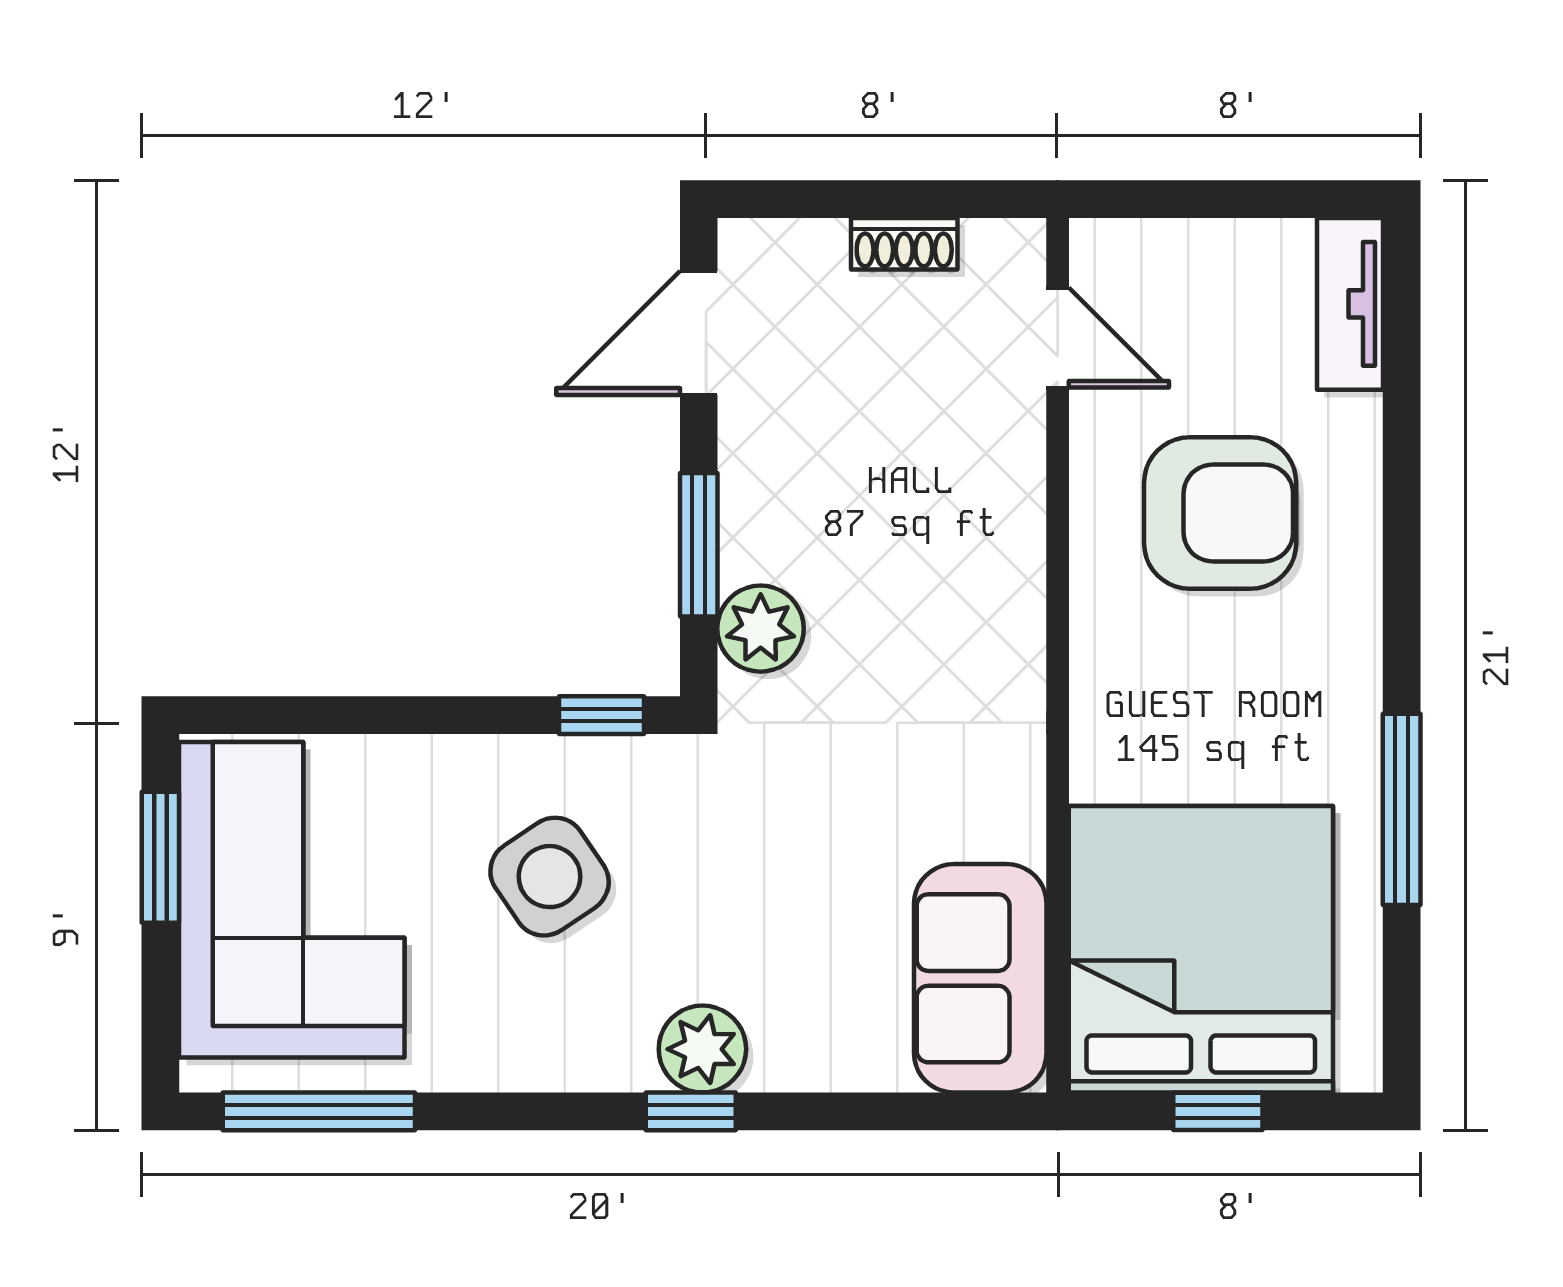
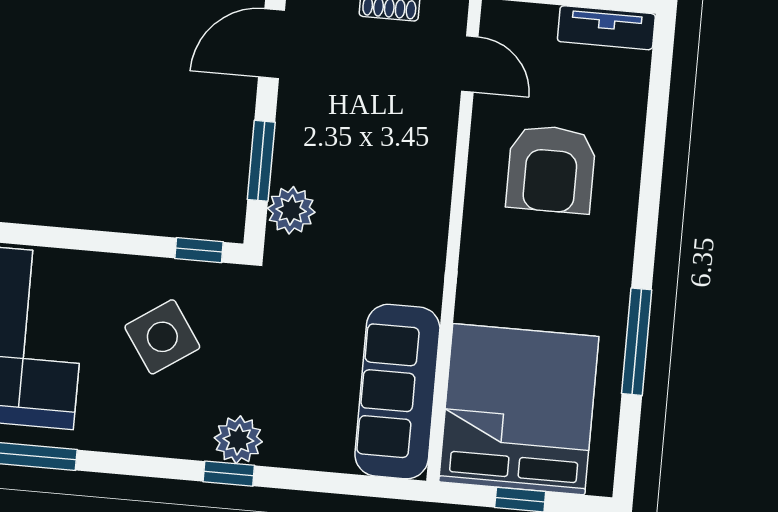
tv unit: (1350, 304) -> (606, 28), moved, turned -90
armchair: (1220, 513) -> (551, 169), turned 90
sofa: (980, 978) -> (397, 392), width x1.36

